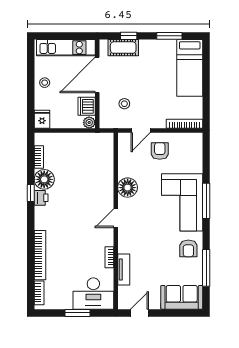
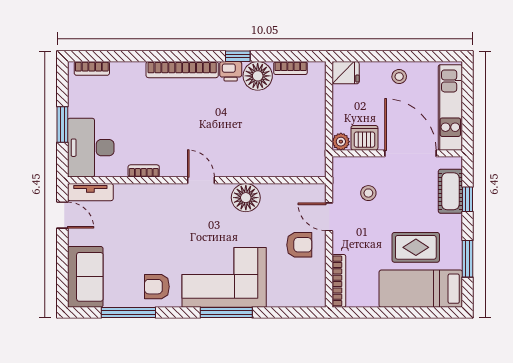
rug: (162, 71) -> (416, 247), added
bookcase: (40, 255) -> (182, 70), moved
tv unit: (124, 269) -> (90, 192), moved

